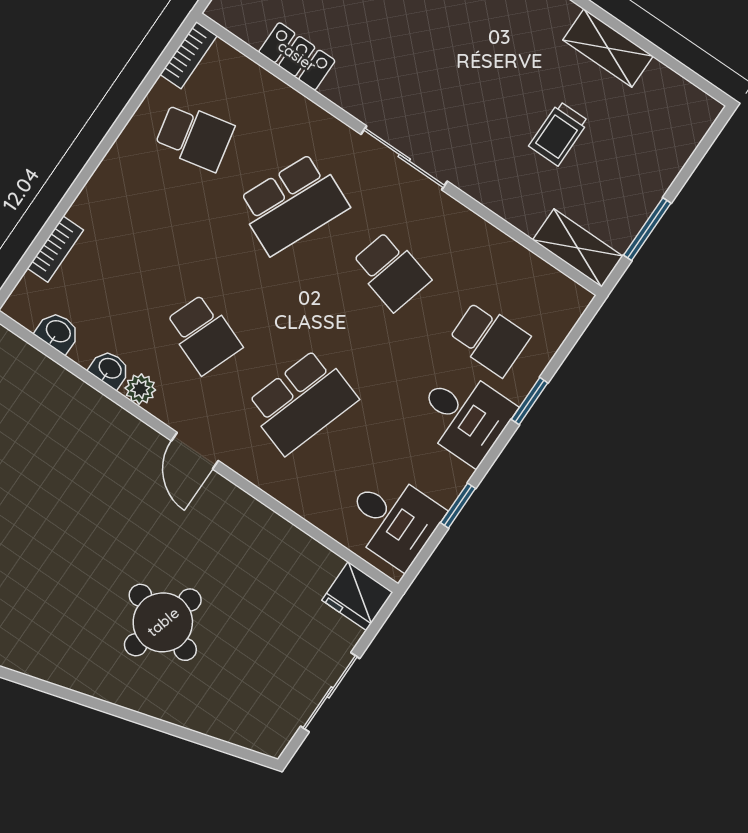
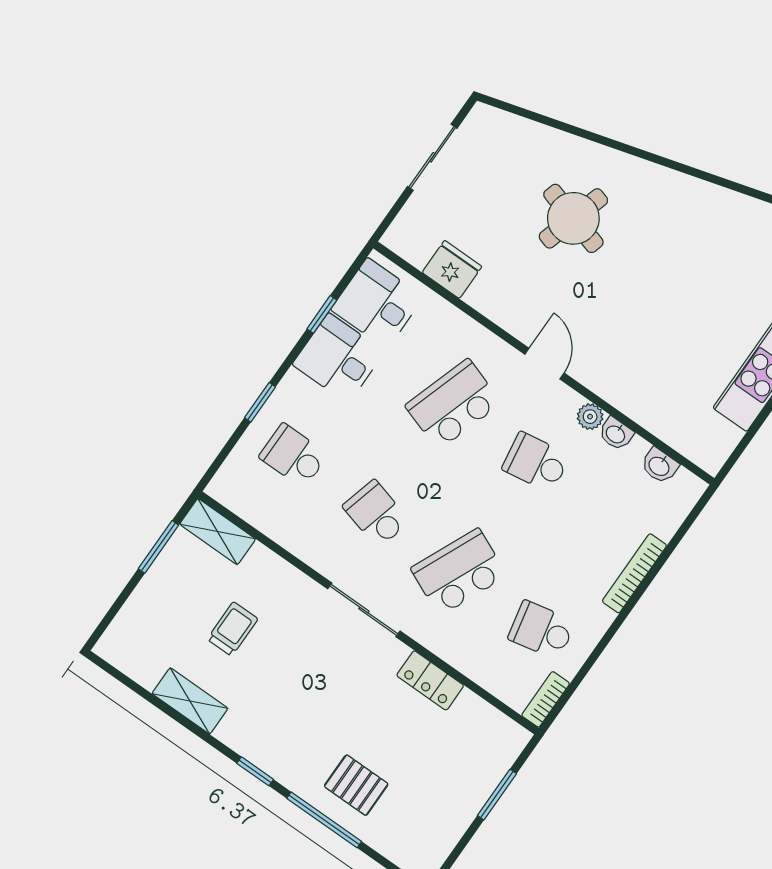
locker: (297, 56) -> (430, 680), moved
bookcase: (55, 249) -> (634, 573), moved, width x1.56
school desk: (203, 334) -> (536, 462), turned -30
desk: (464, 416) -> (338, 358), moved
fridge: (357, 596) -> (452, 269), moved

